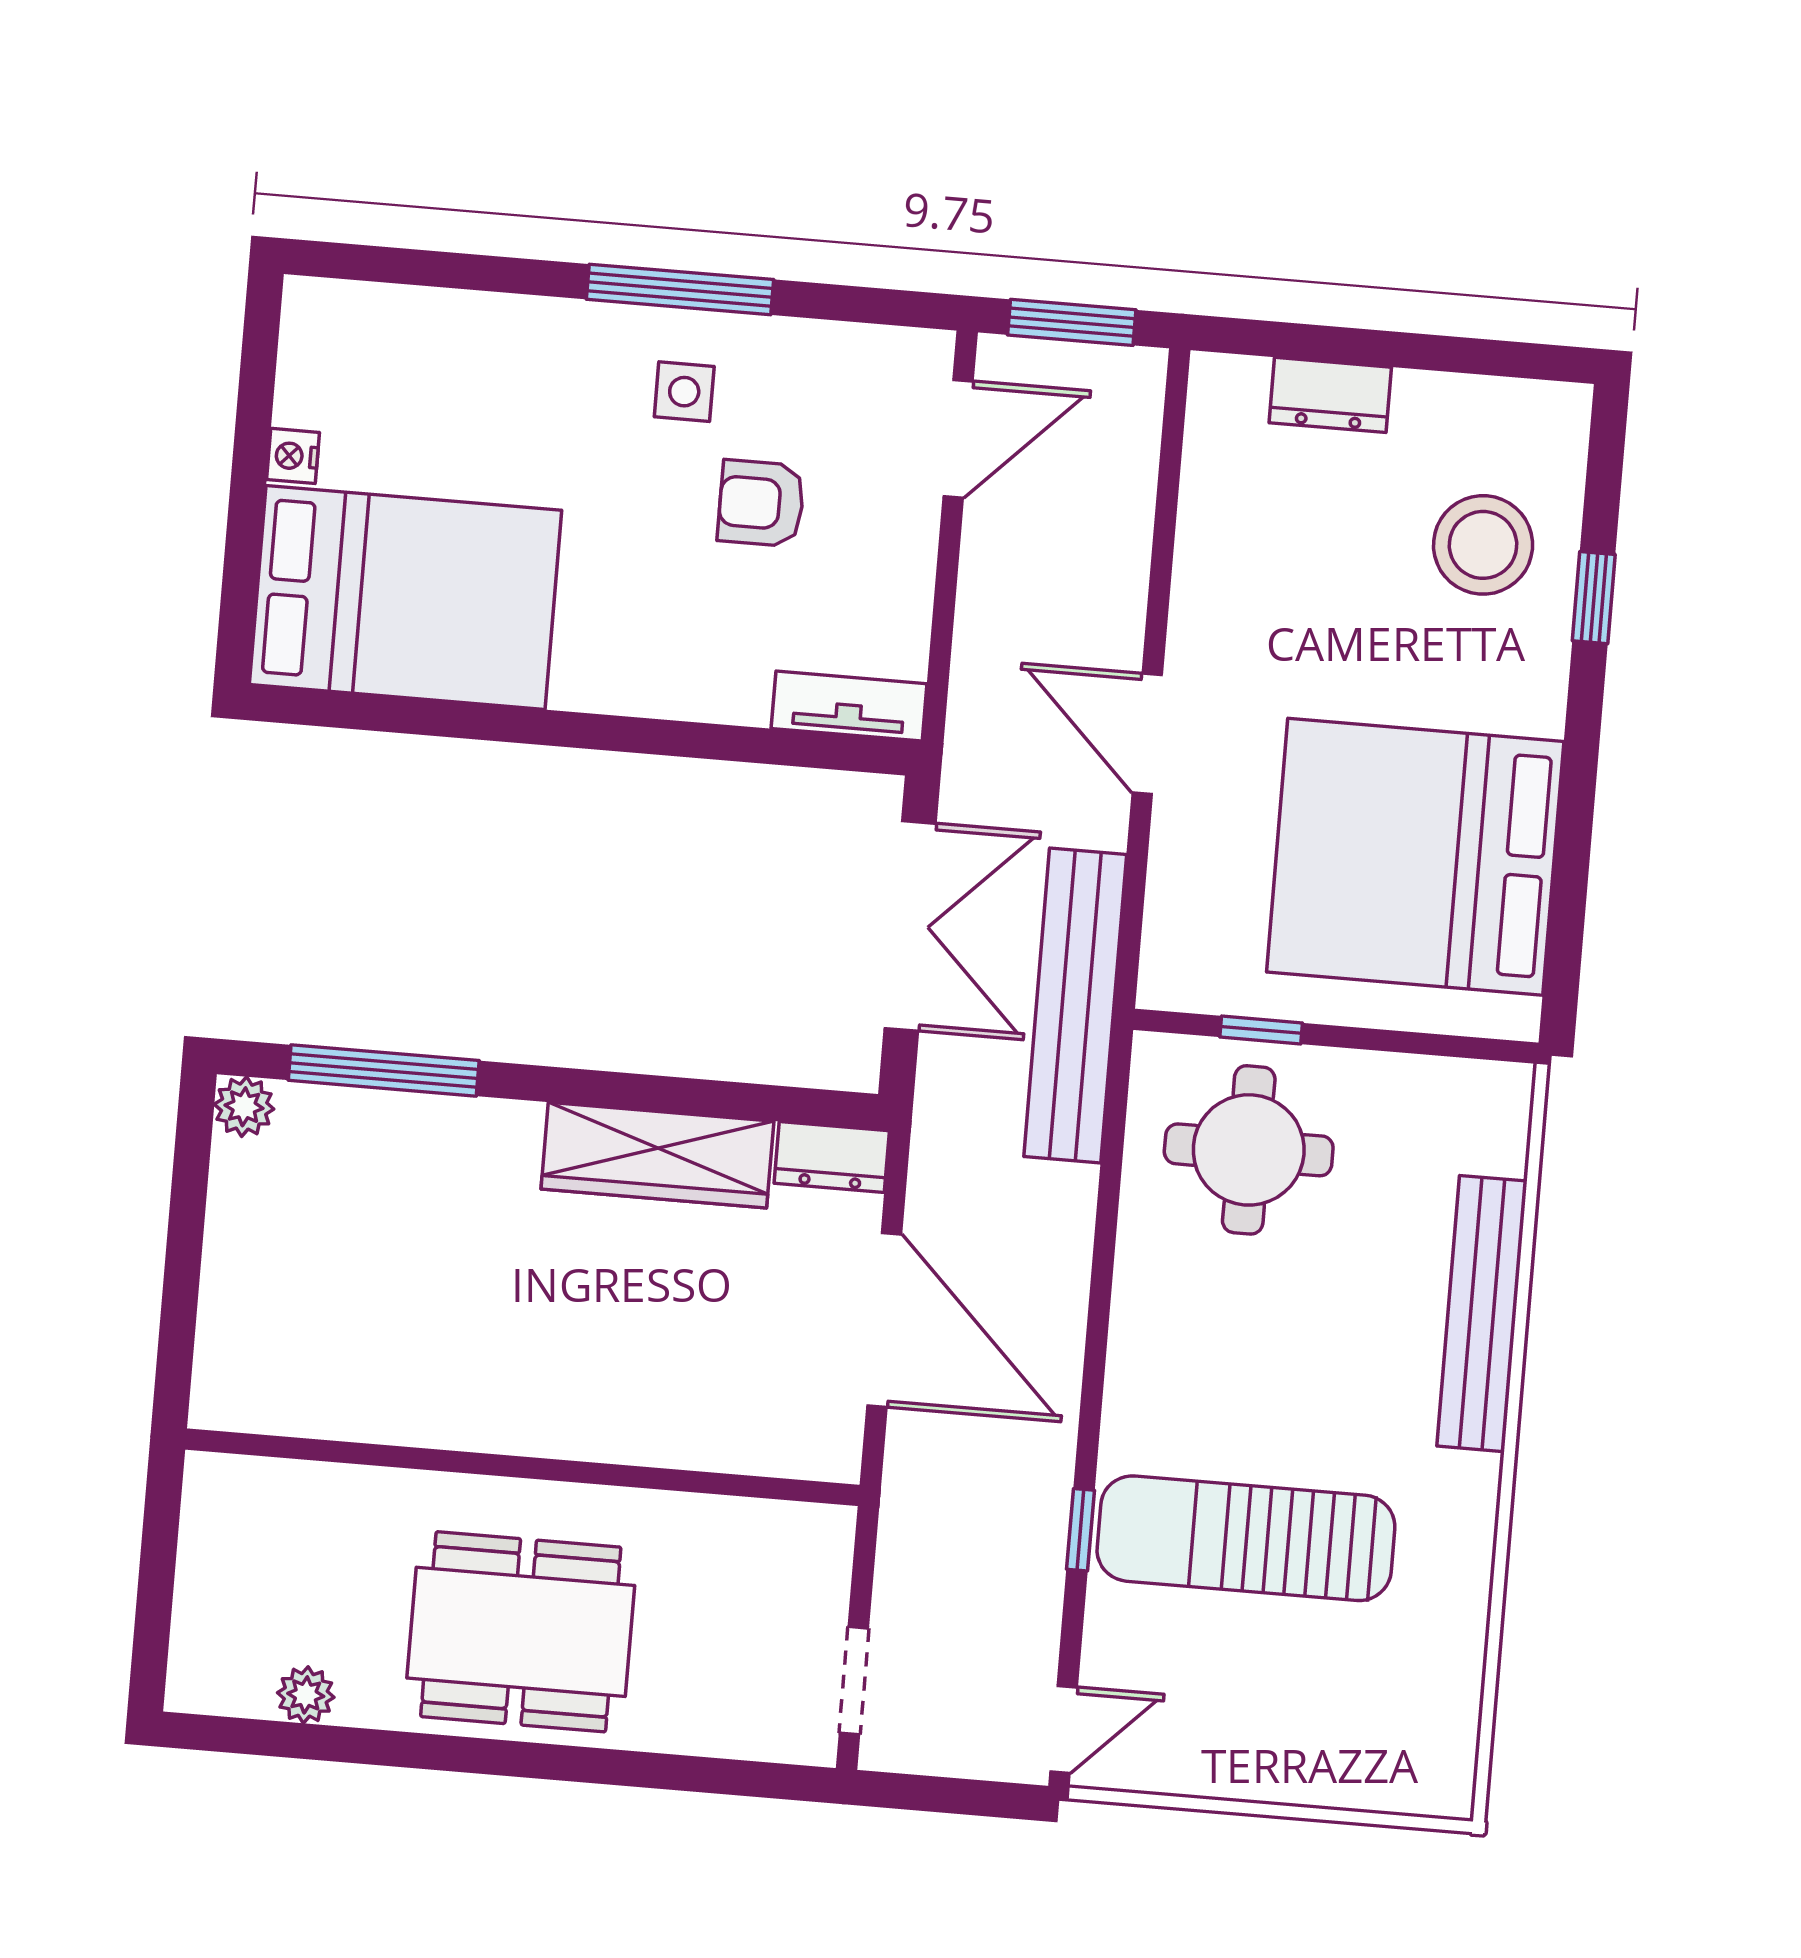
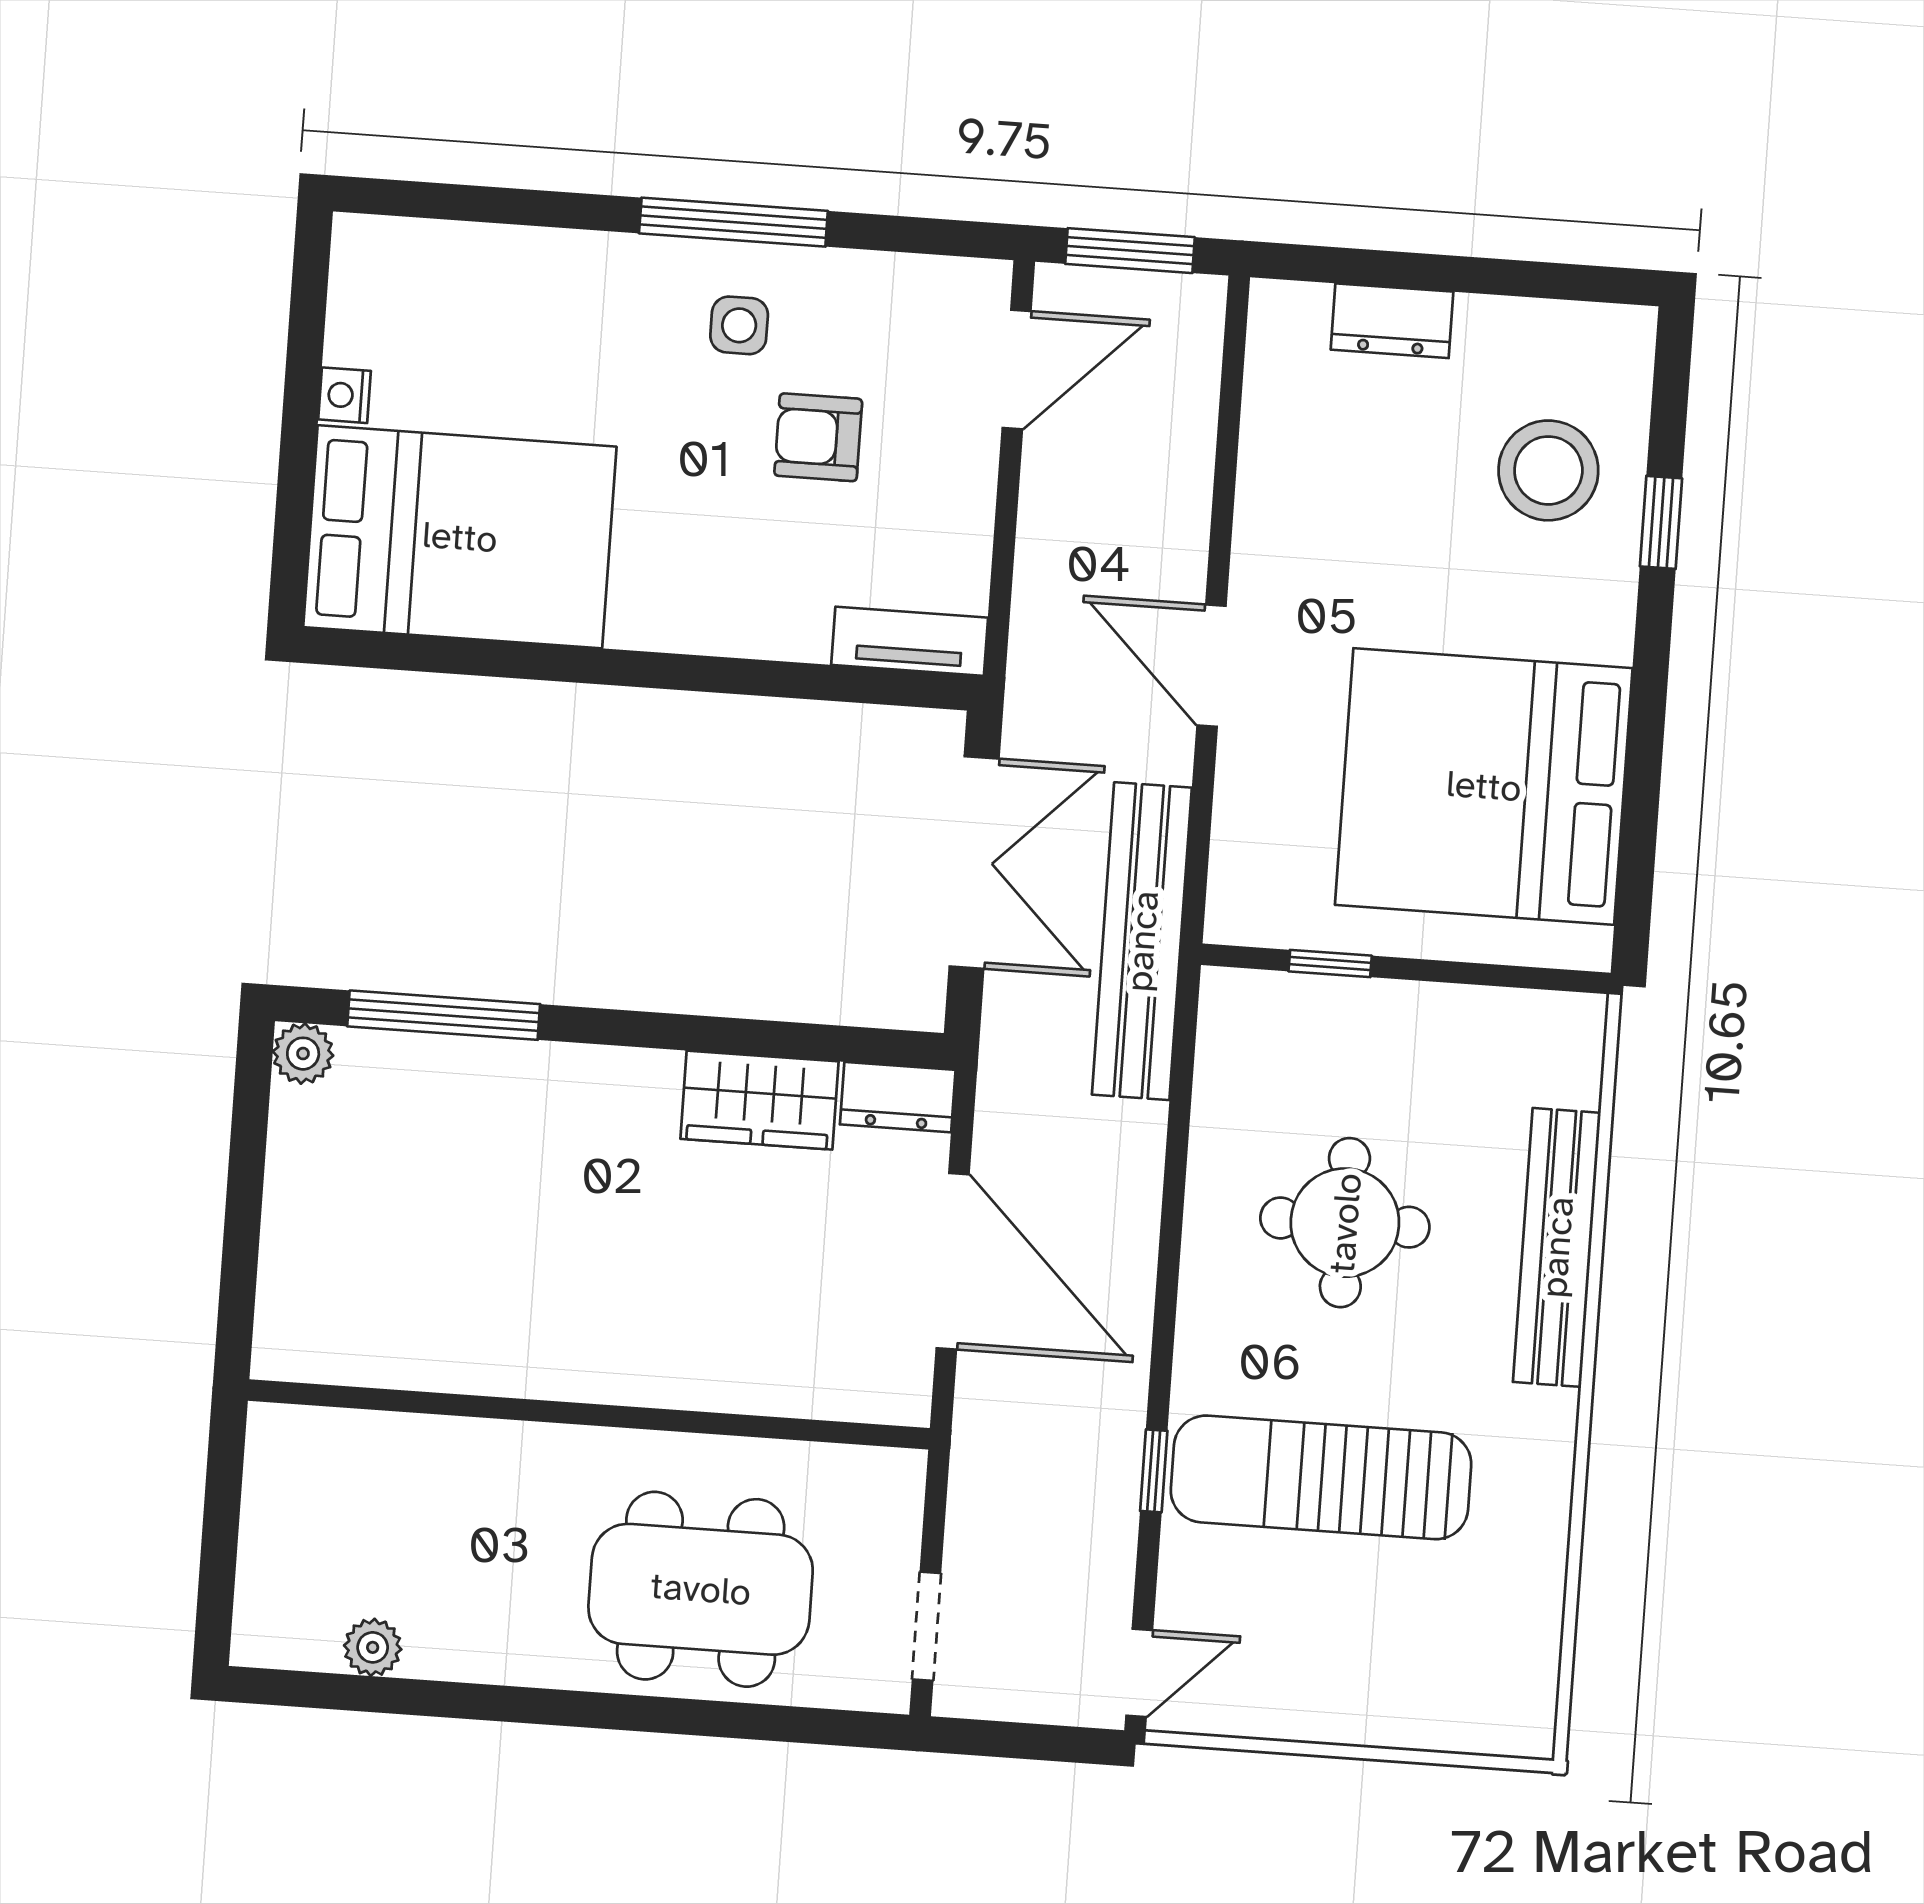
round table: (1249, 1150) -> (1345, 1223), moved
wardrobe: (657, 1155) -> (759, 1100), width x0.67
dining table: (521, 1632) -> (701, 1589), moved

